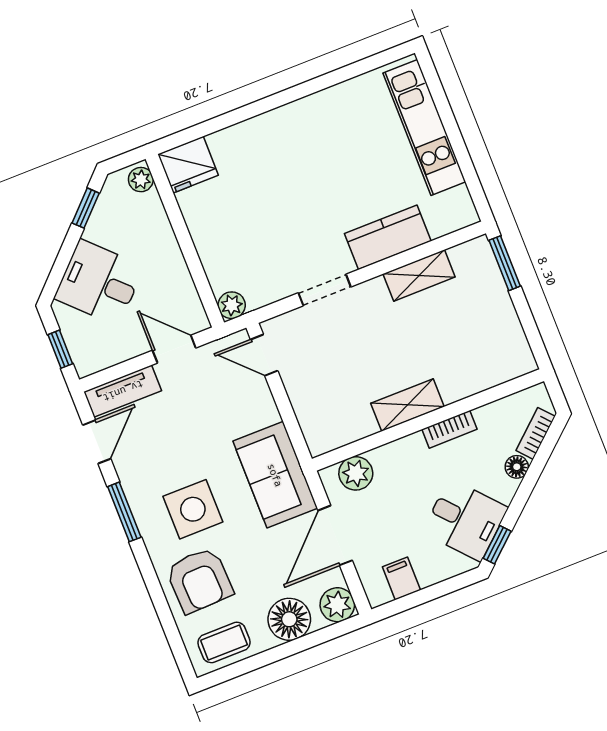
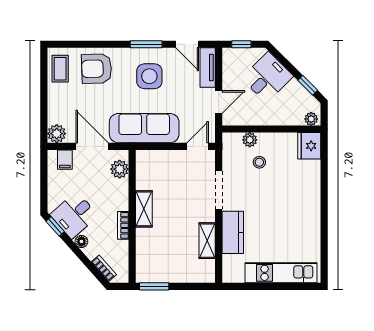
stool: (250, 239) -> (259, 162), added
window: (505, 263) -> (154, 286), moved
doorway: (325, 290) -> (219, 190), width x1.38
plant: (232, 305) -> (250, 140), moved
floor lamp: (517, 467) -> (81, 241), moved
sofa: (275, 475) -> (144, 128), width x1.36
side table: (193, 509) -> (149, 76), moved
filing cabinet: (401, 578) -> (65, 160), moved, turned 90
floor lamp: (289, 619) -> (59, 106), removed

